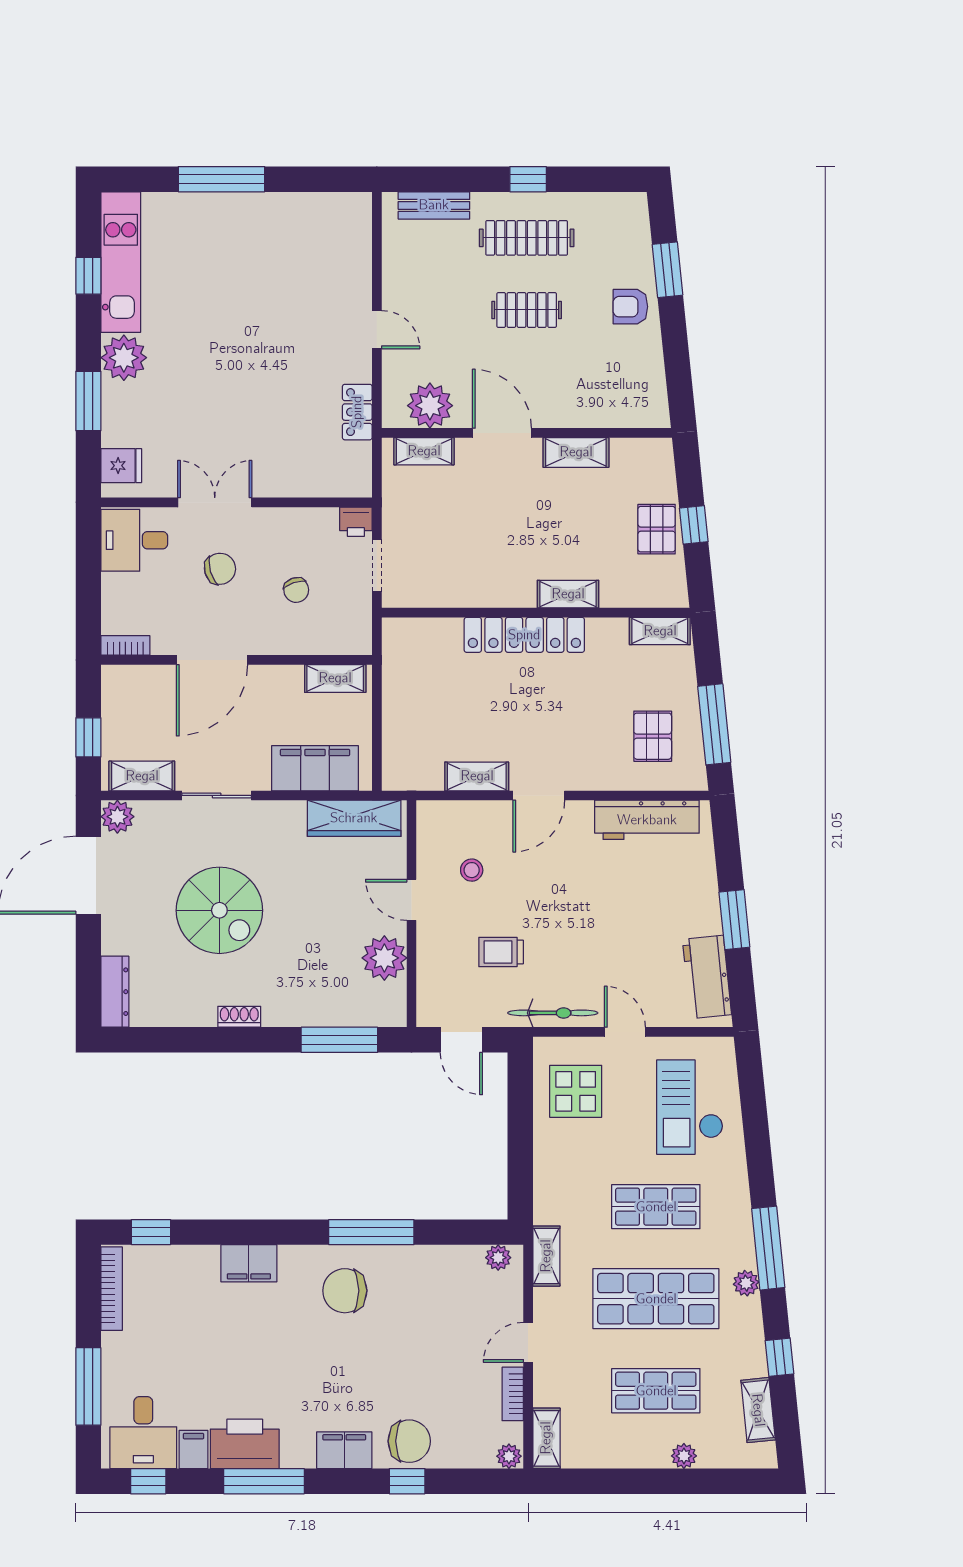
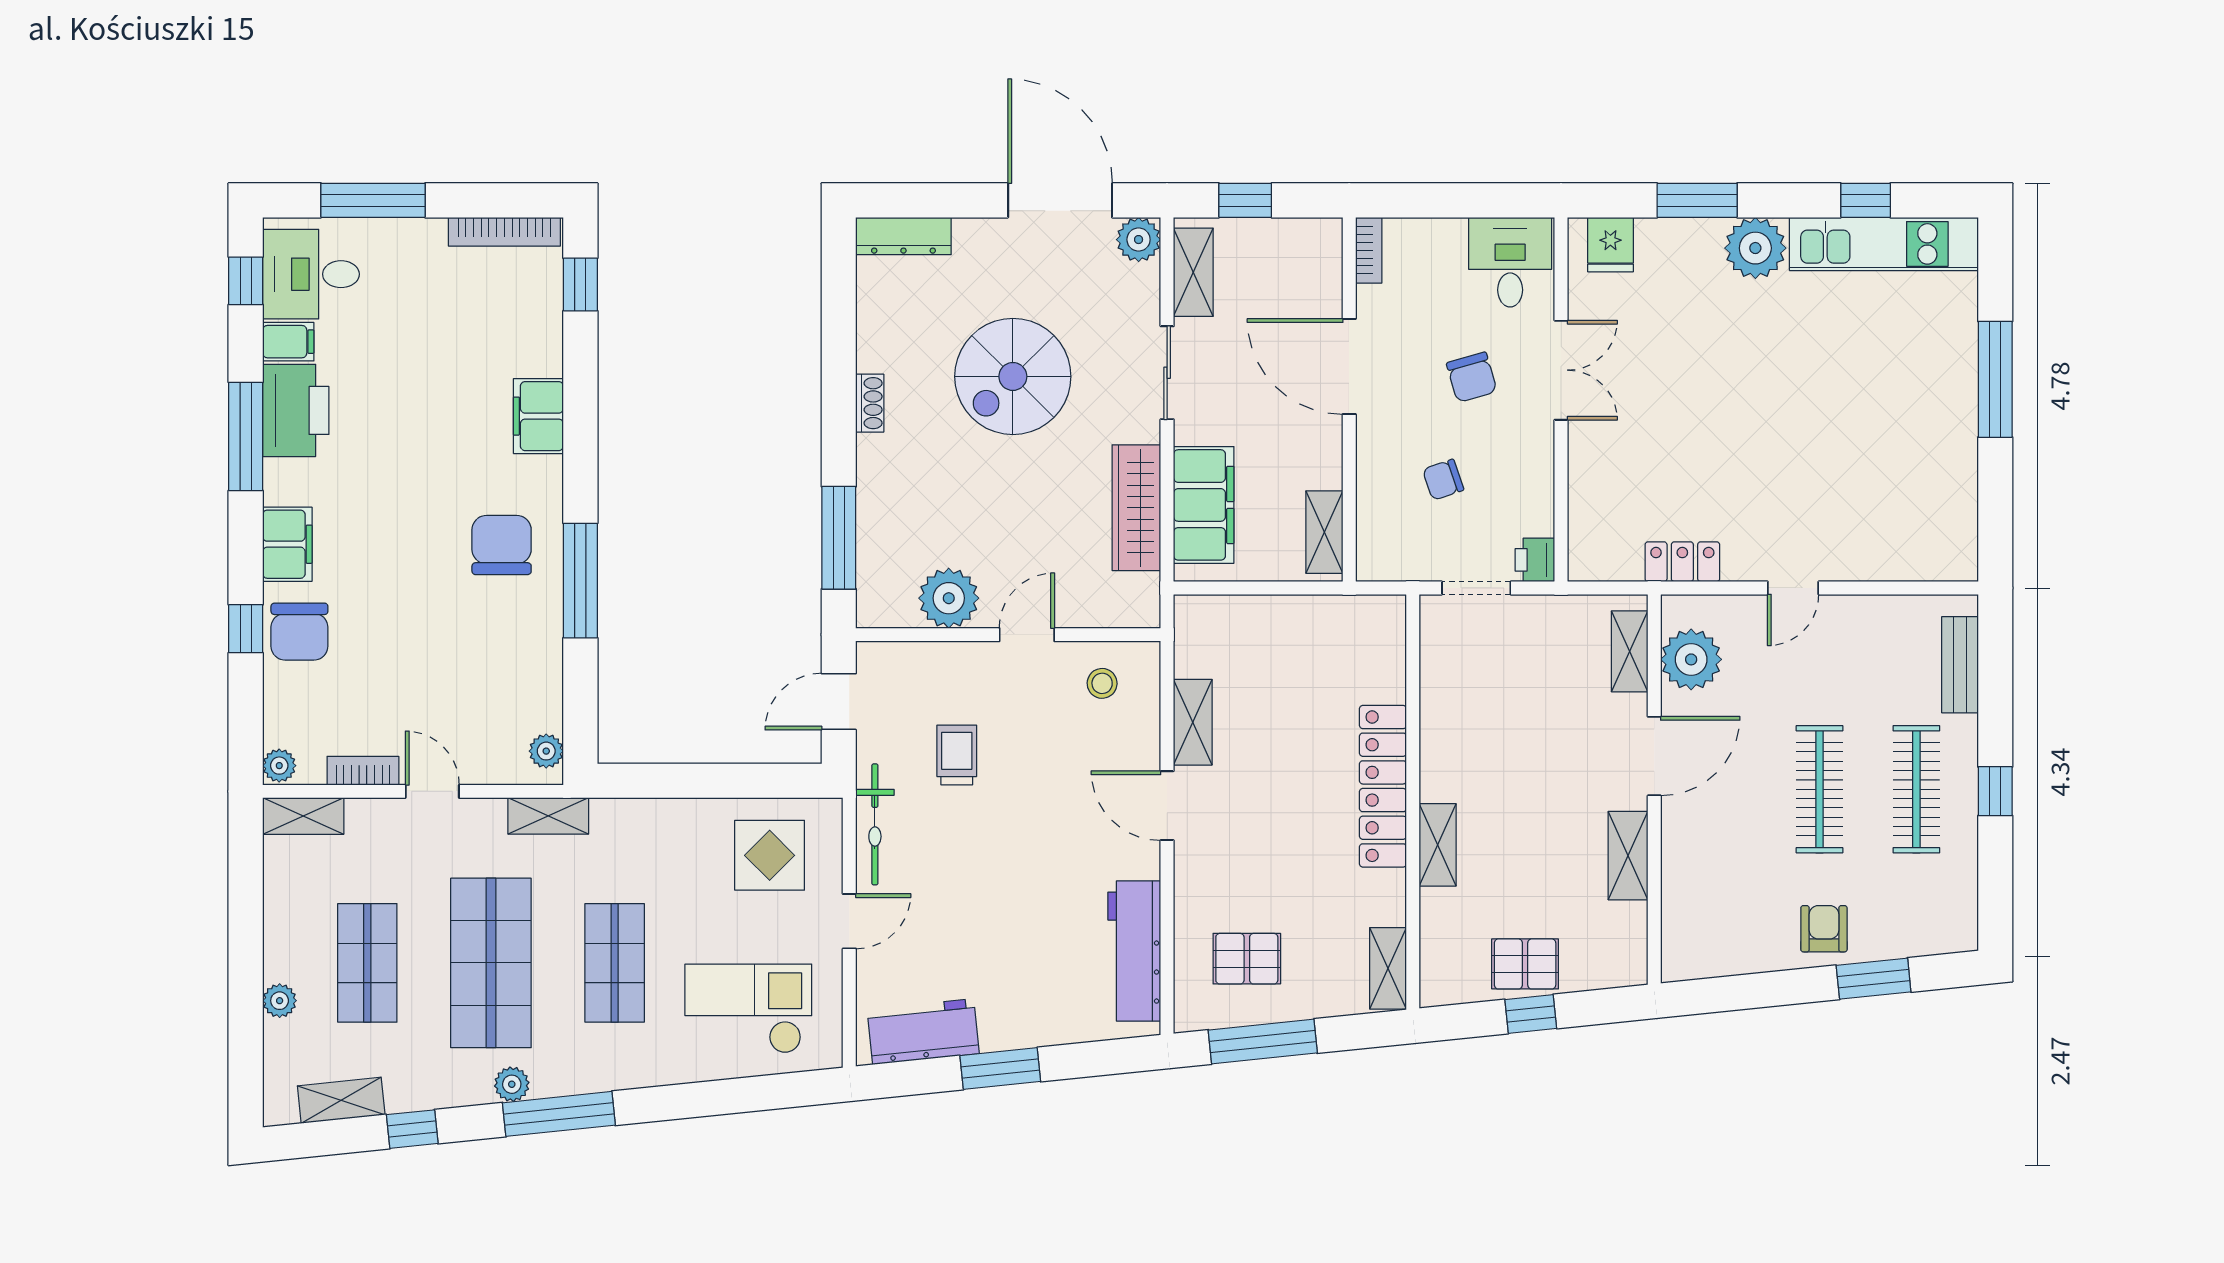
clothes rail: (527, 310) -> (1819, 789), width x1.36
wardrobe: (354, 818) -> (1136, 508), moved
stool: (472, 870) -> (1102, 683), moved

